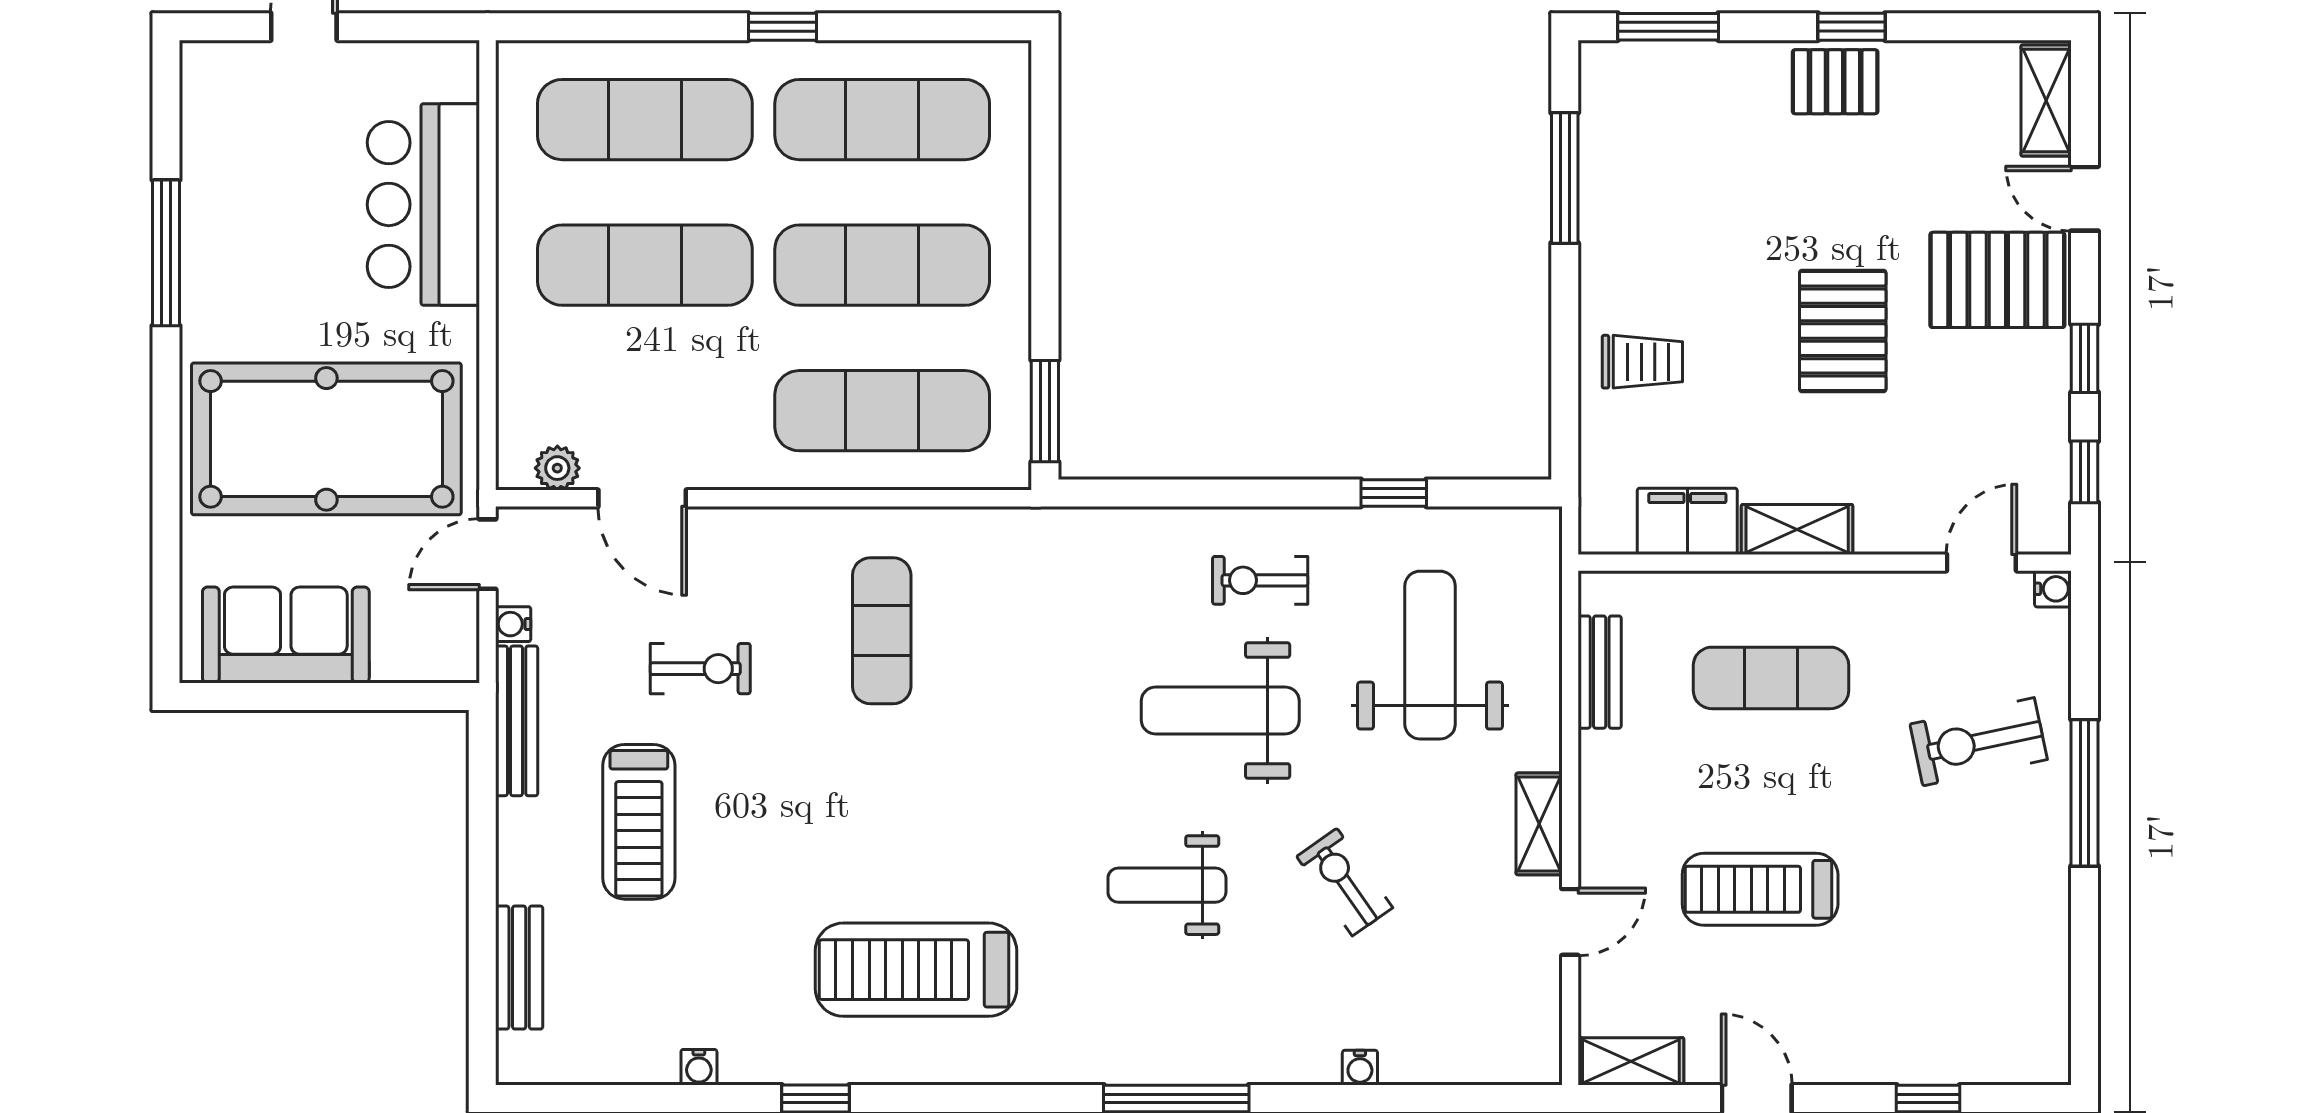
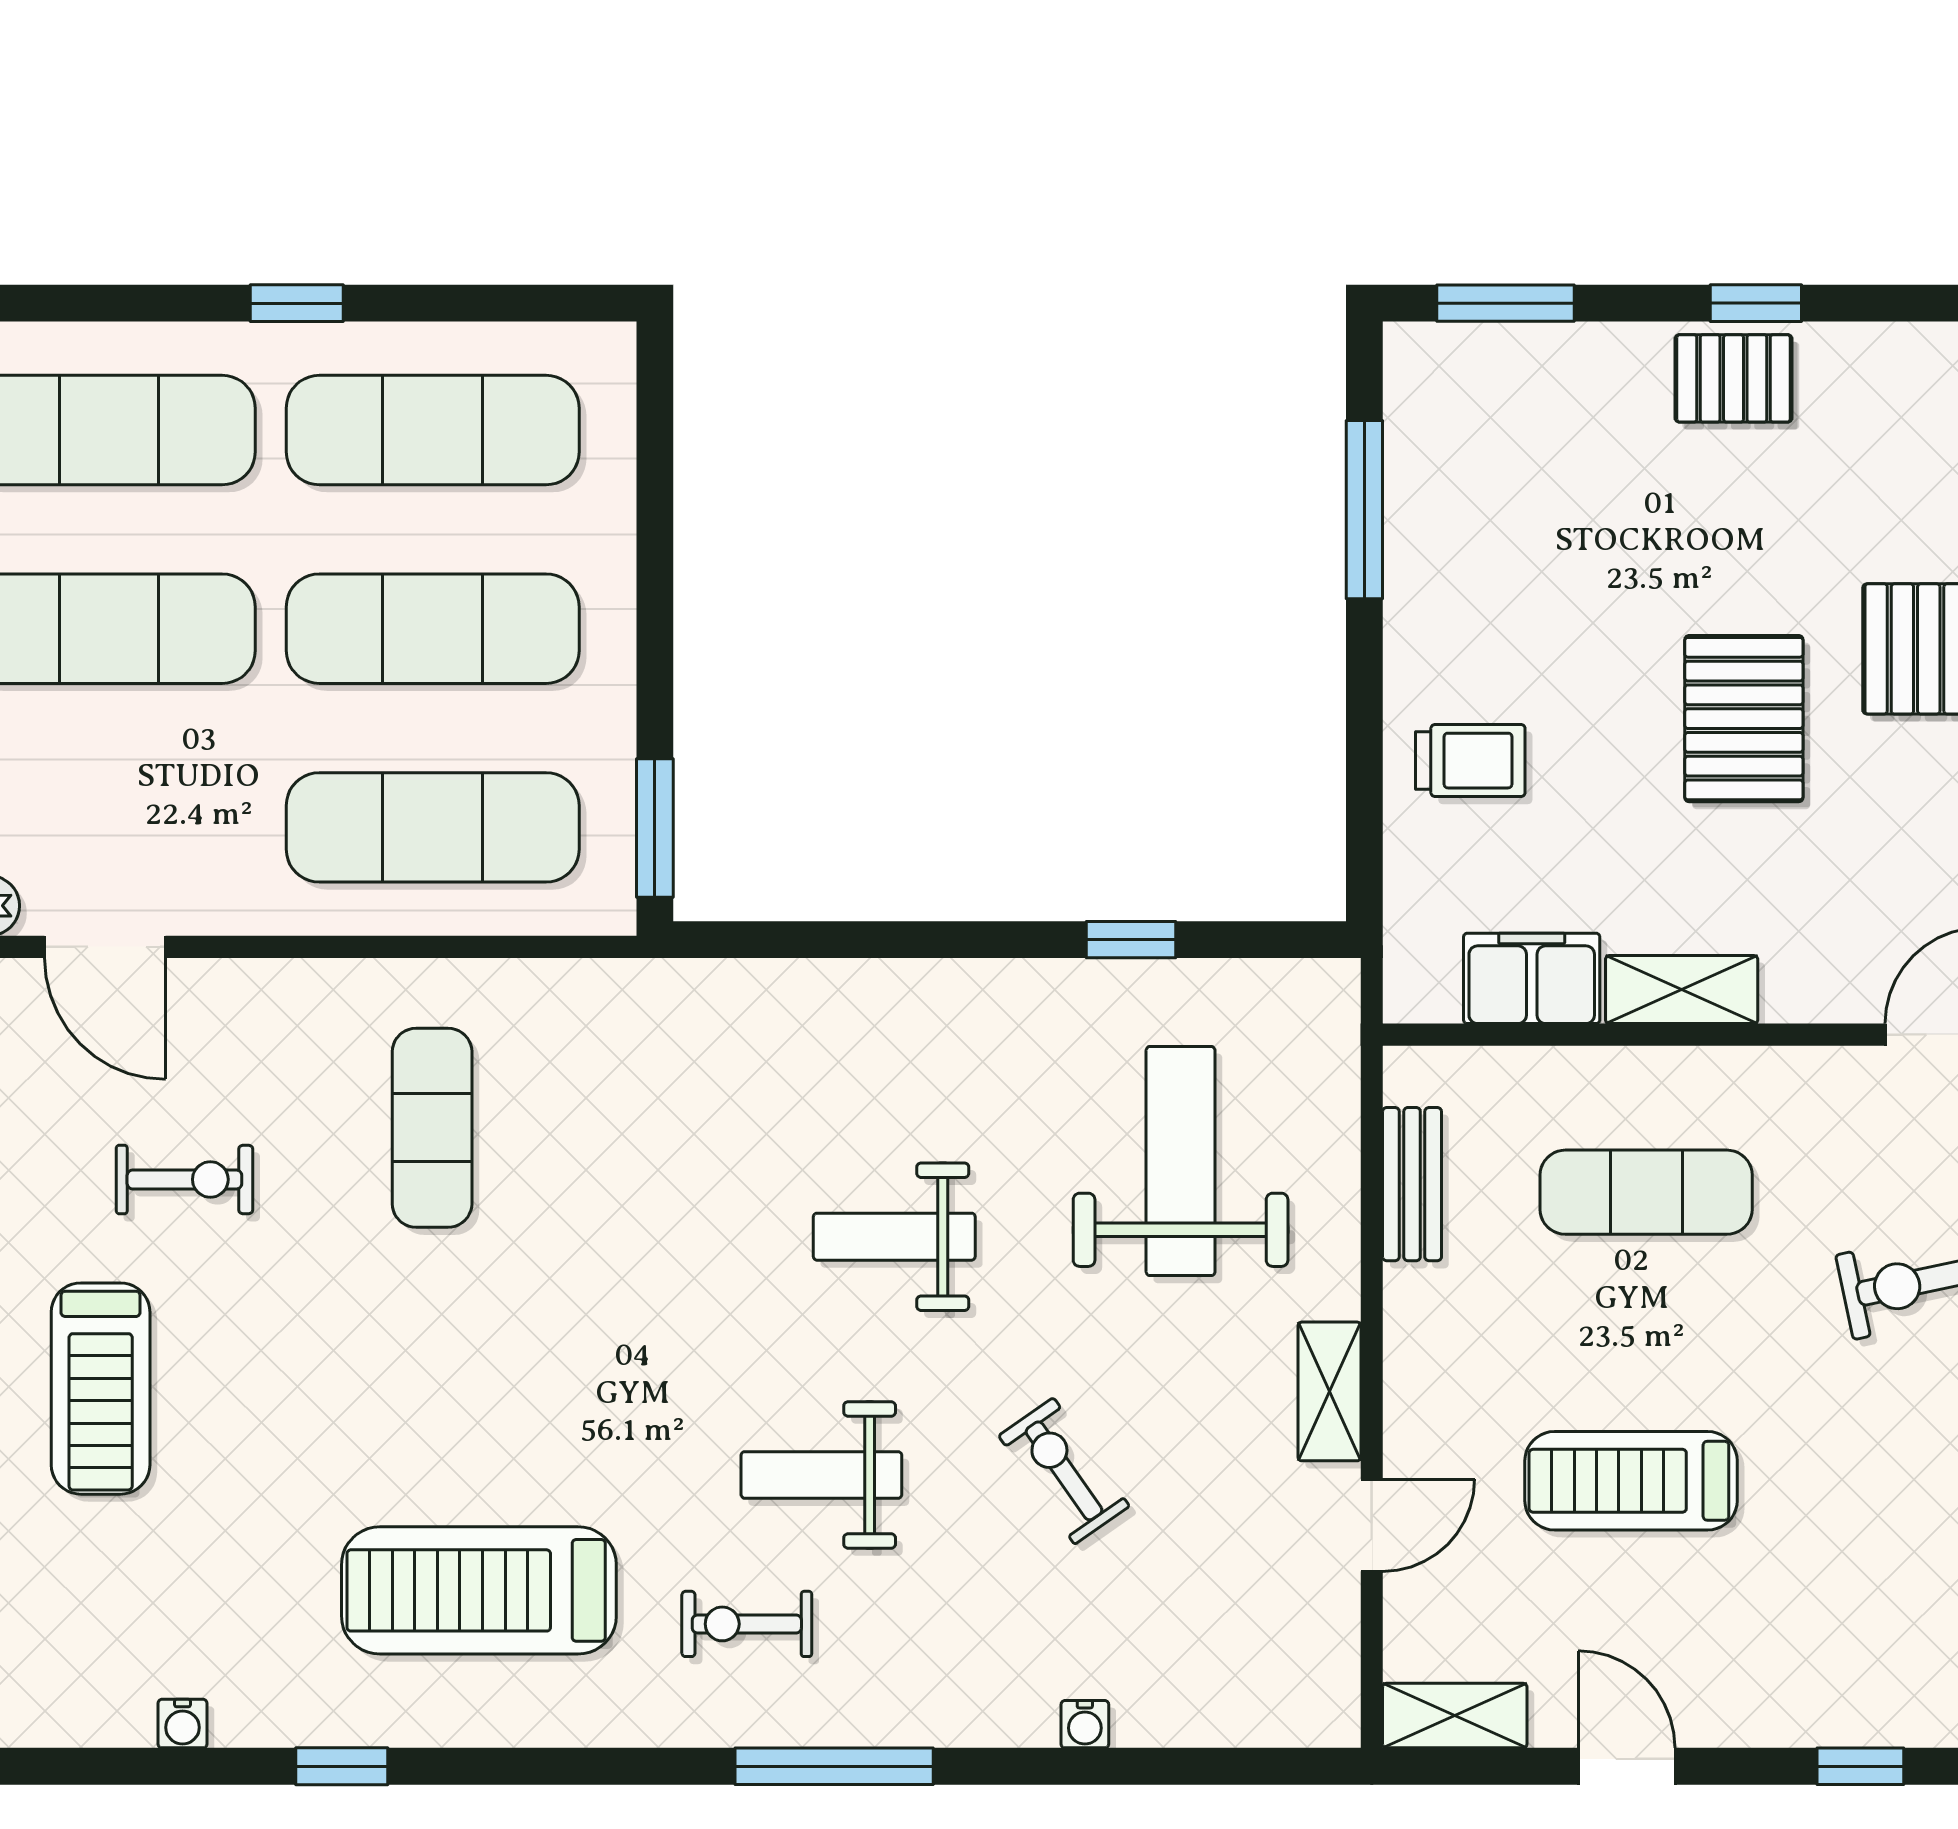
exercise bike: (1260, 580) -> (747, 1624), moved
weight bench: (1220, 711) -> (894, 1237), width x0.73, depth x0.75

